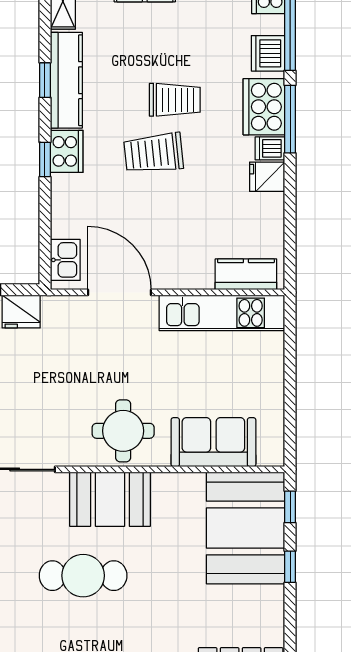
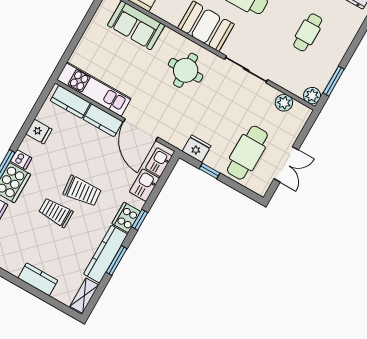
window: (45, 80) -> (117, 260), width x1.50
fridge: (267, 177) -> (39, 132), moved
kitchen sink: (67, 214) -> (144, 185), added
kitchen counter: (183, 275) -> (103, 120), added
round table: (123, 431) -> (186, 70), moved

